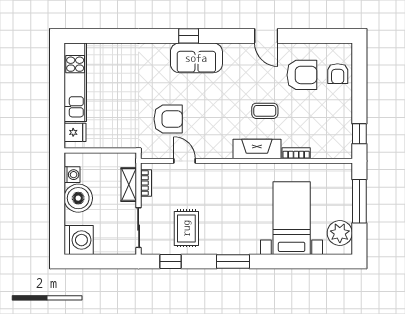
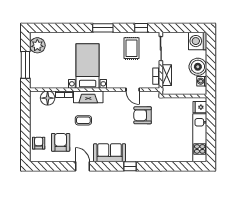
sofa: (196, 58) -> (110, 153), moved
armchair: (302, 75) -> (61, 142), turned 90
window: (359, 134) -> (25, 106), removed
floor lamp: (323, 147) -> (48, 98), added
bed with nightstands: (292, 218) -> (88, 66), moved, turned 180

